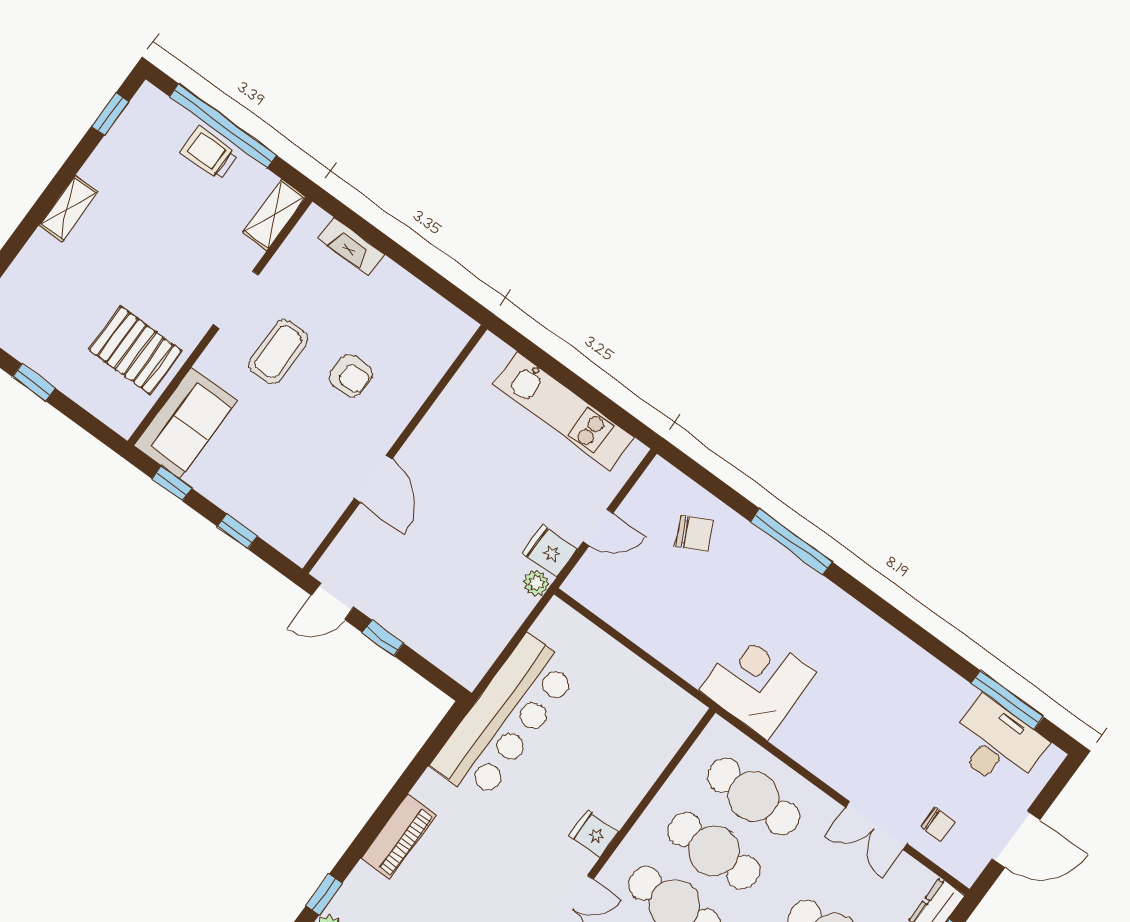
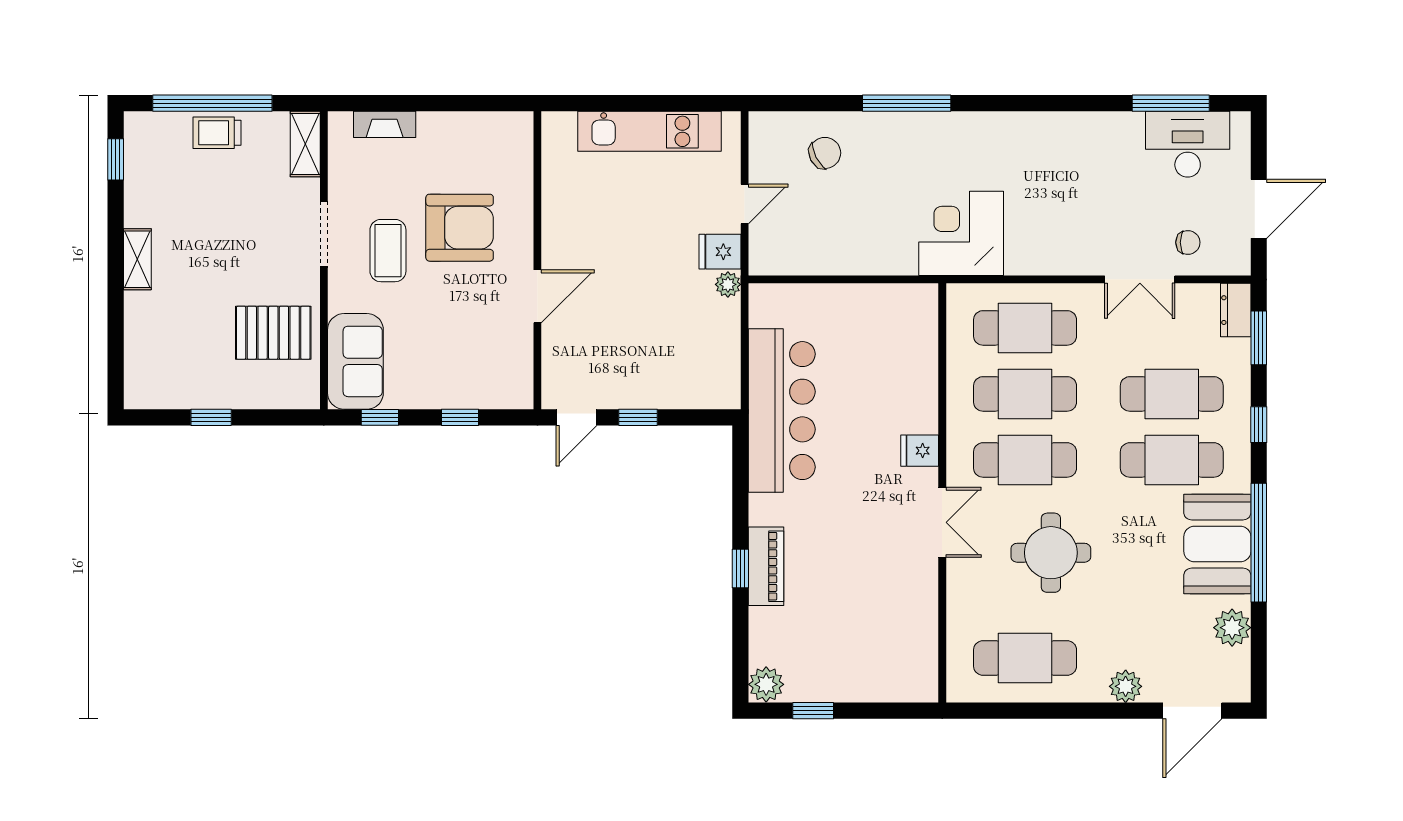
armchair: (351, 376) -> (460, 228), width x1.88, depth x1.88
door: (373, 479) -> (537, 296), hinge flipped
window: (324, 894) -> (740, 569), moved

